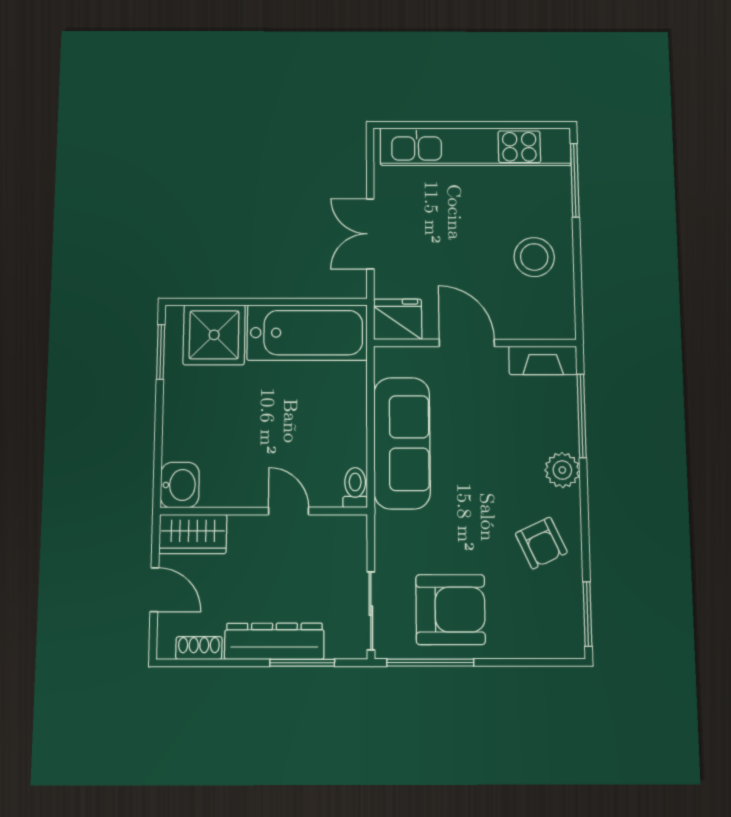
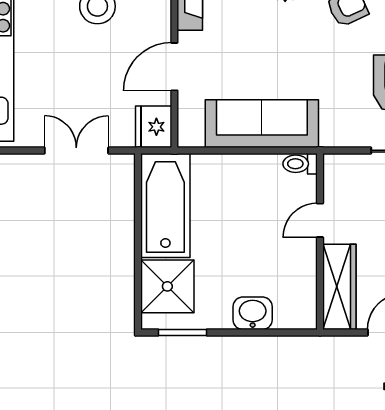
double door: (370, 234) -> (76, 150), swing flipped
washbasin: (180, 485) -> (253, 313), moved
wardrobe: (193, 534) -> (339, 287), width x1.50

